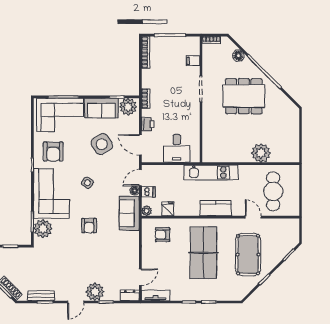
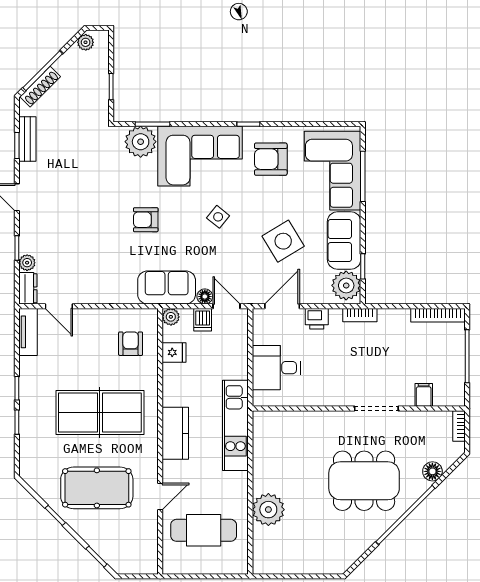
dining table: (244, 96) -> (364, 481), turned 90
plant: (95, 292) -> (27, 263), moved, width x0.53, depth x0.53

